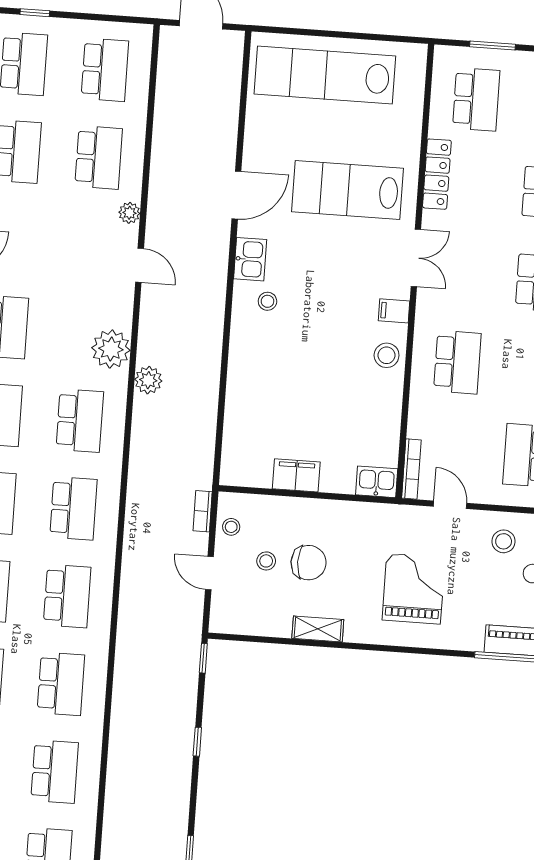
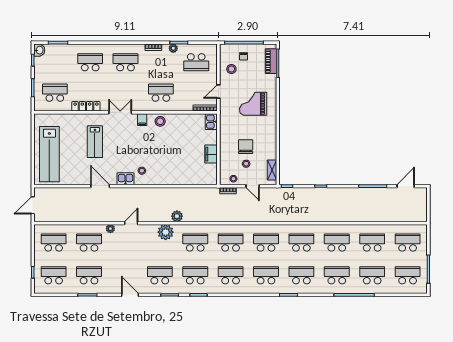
lab bench: (348, 190) -> (95, 142), width x0.73, depth x0.72
door: (209, 573) -> (253, 186), hinge flipped
shelving: (318, 629) -> (272, 170), moved

